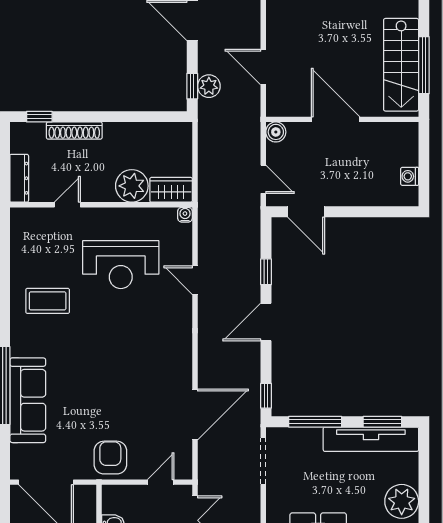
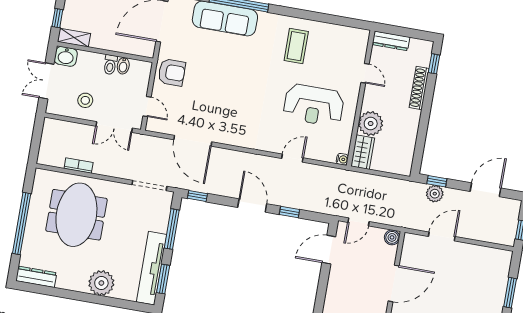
reception desk: (121, 265) -> (314, 105), turned -90

